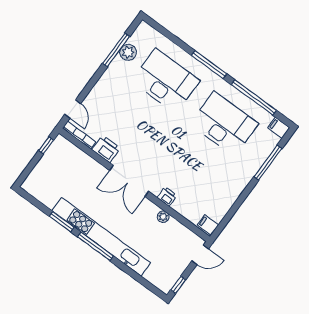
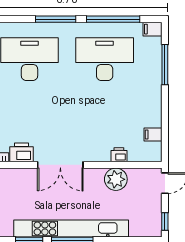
printer: (167, 196) -> (119, 155), moved
plant: (163, 217) -> (116, 179), width x1.87, depth x1.87
filing cabinet: (208, 225) -> (153, 135), moved

